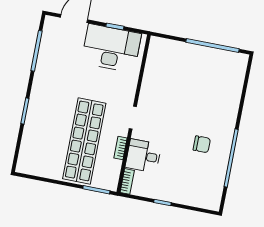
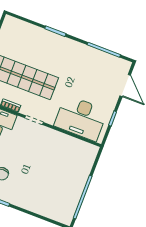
desk: (111, 48) -> (81, 118), moved, turned 90

